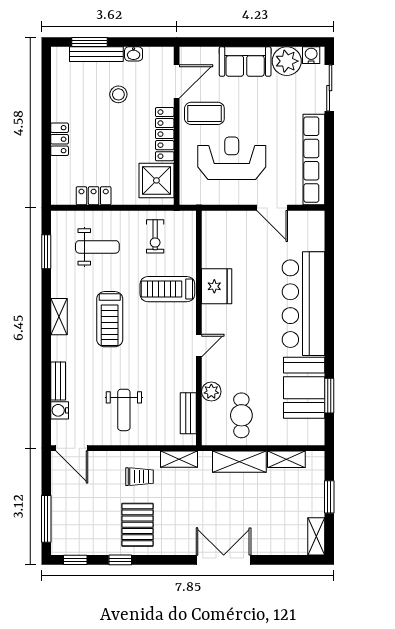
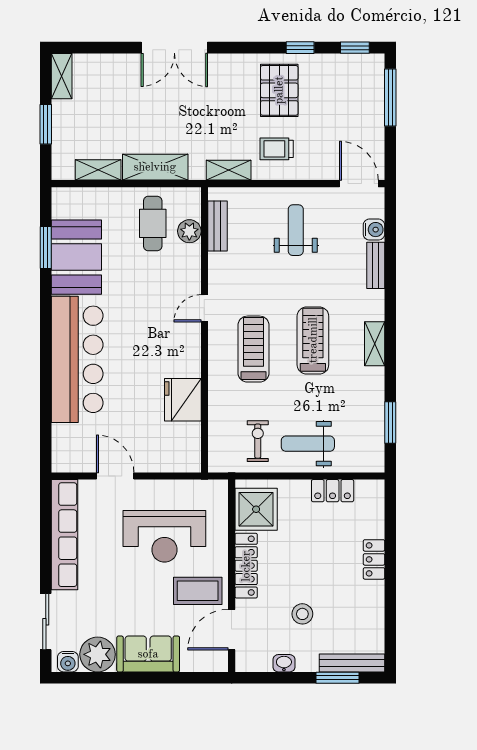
bench: (96, 54) -> (352, 663), moved
weight bench: (97, 247) -> (308, 444), moved
fridge: (217, 286) -> (183, 400), moved
treadmill: (167, 289) -> (253, 349), moved, turned -90
plant: (211, 392) -> (189, 231), moved

